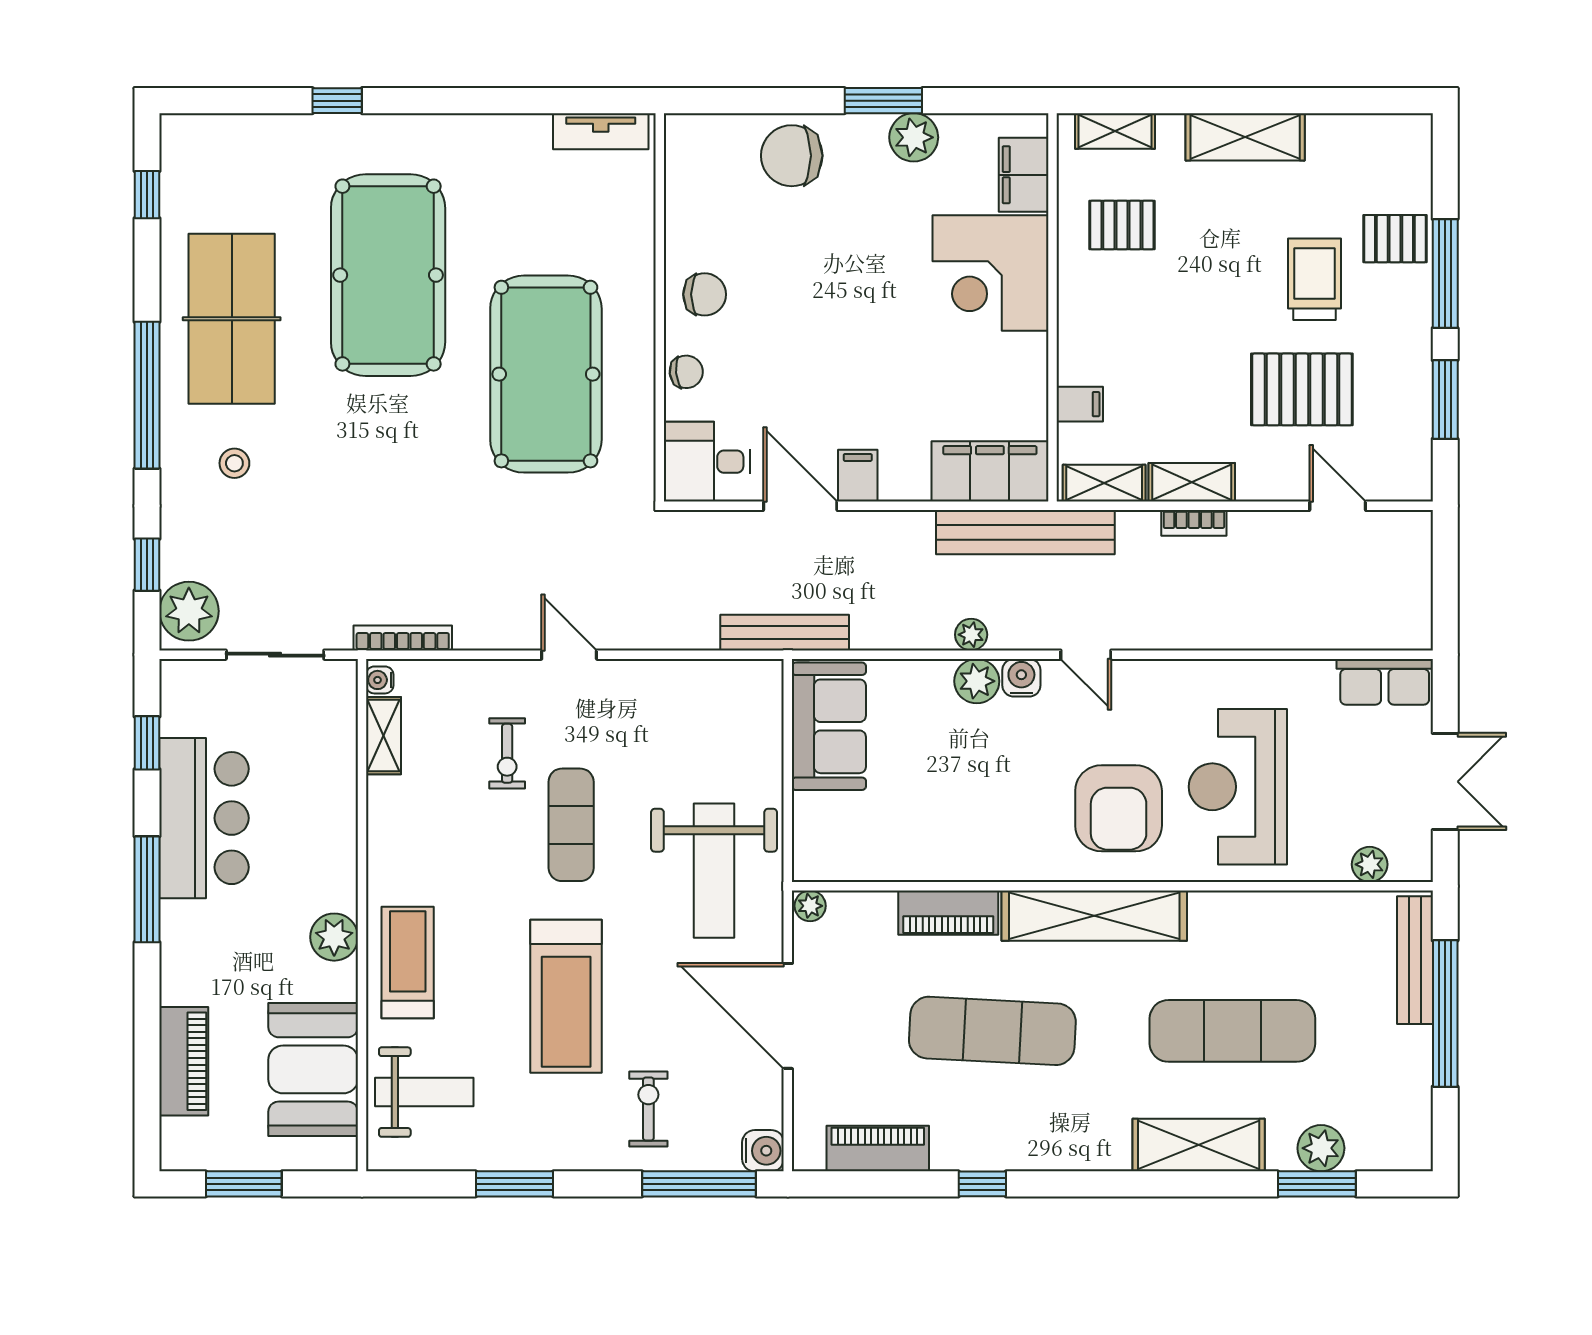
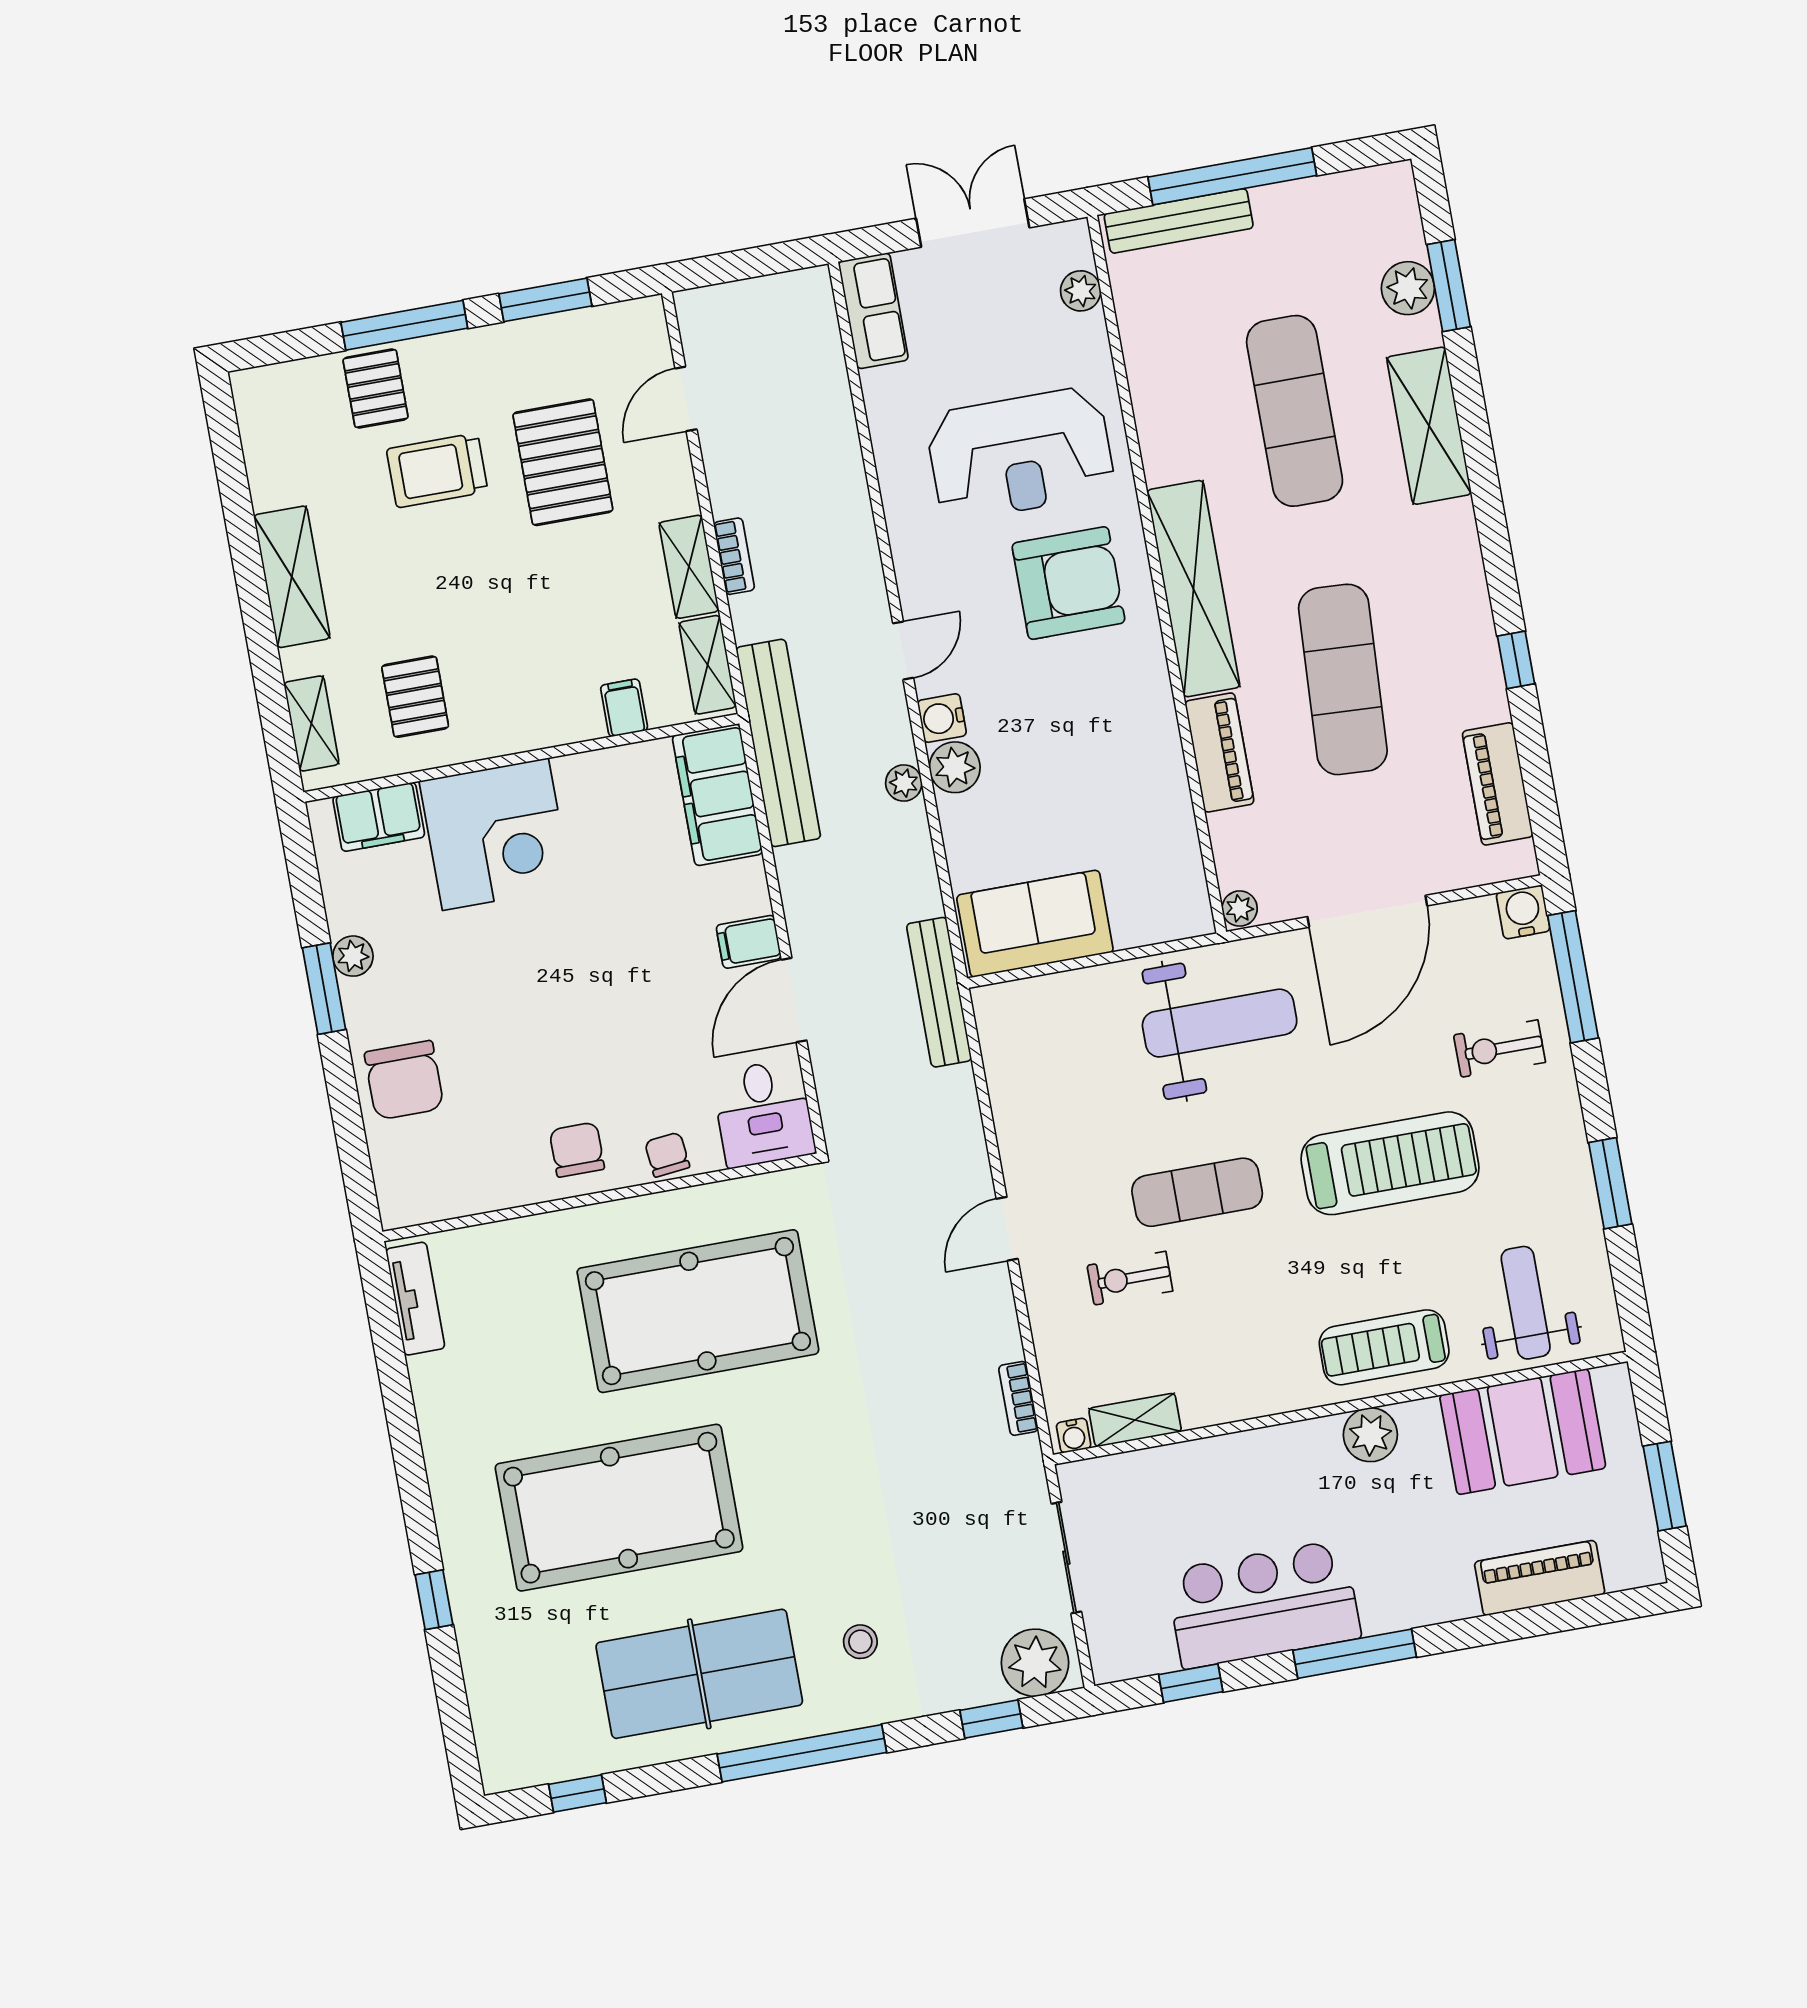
plant: (914, 137) -> (353, 956), width x0.73, depth x0.73
bookcase: (403, 638) -> (1018, 1398), width x0.64
exercise bike: (507, 753) -> (1130, 1278), turned 180

